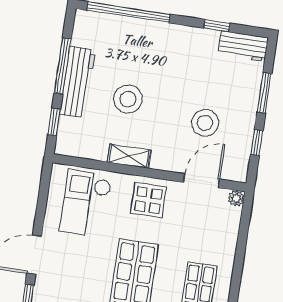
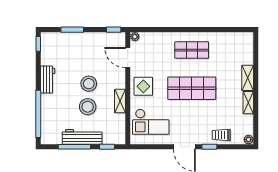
window: (217, 26) -> (38, 44), moved
workbench: (243, 46) -> (48, 79), moved
stool: (205, 123) -> (89, 84), moved
window: (257, 143) -> (114, 30), moved

